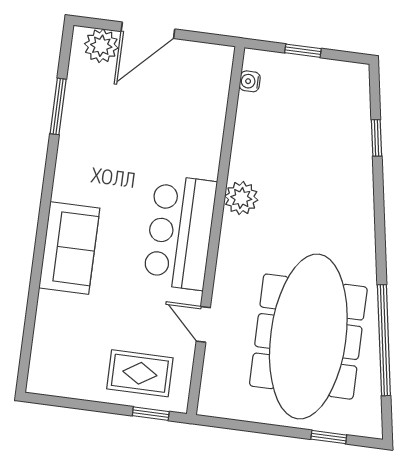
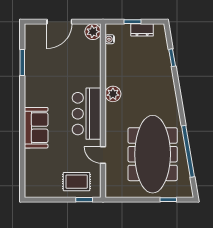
plant: (101, 46) -> (93, 32), moved
dresser: (321, 71) -> (142, 30), added

